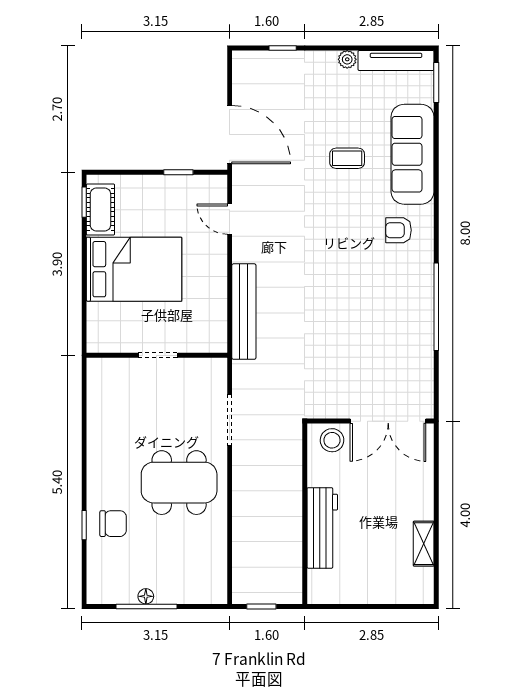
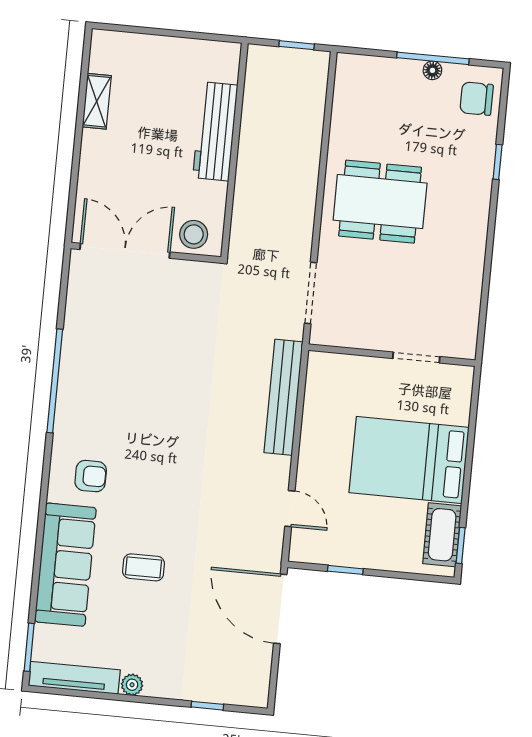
doorway: (158, 355) -> (416, 358), moved
doorway: (230, 420) -> (311, 293), moved
chair: (113, 524) -> (477, 99), moved

